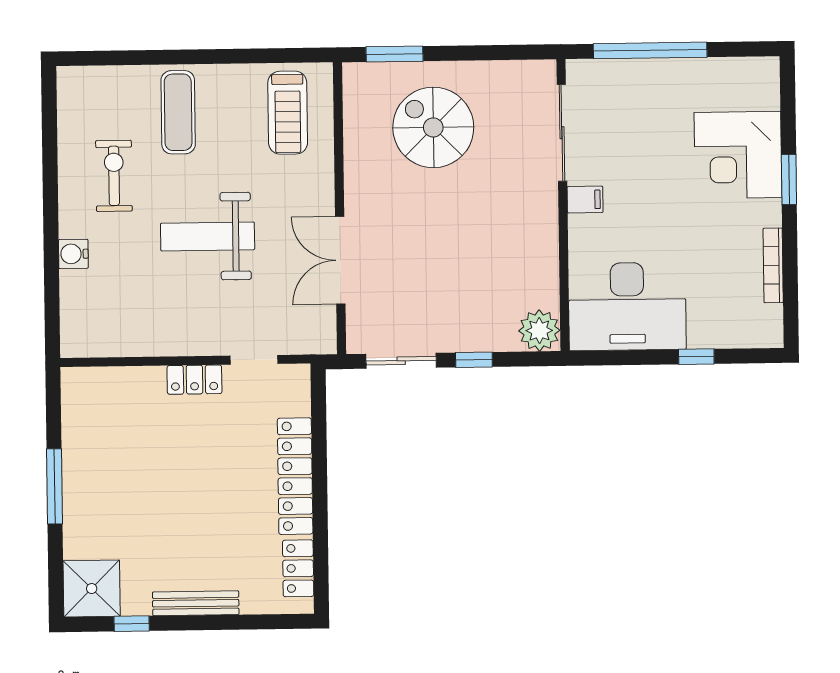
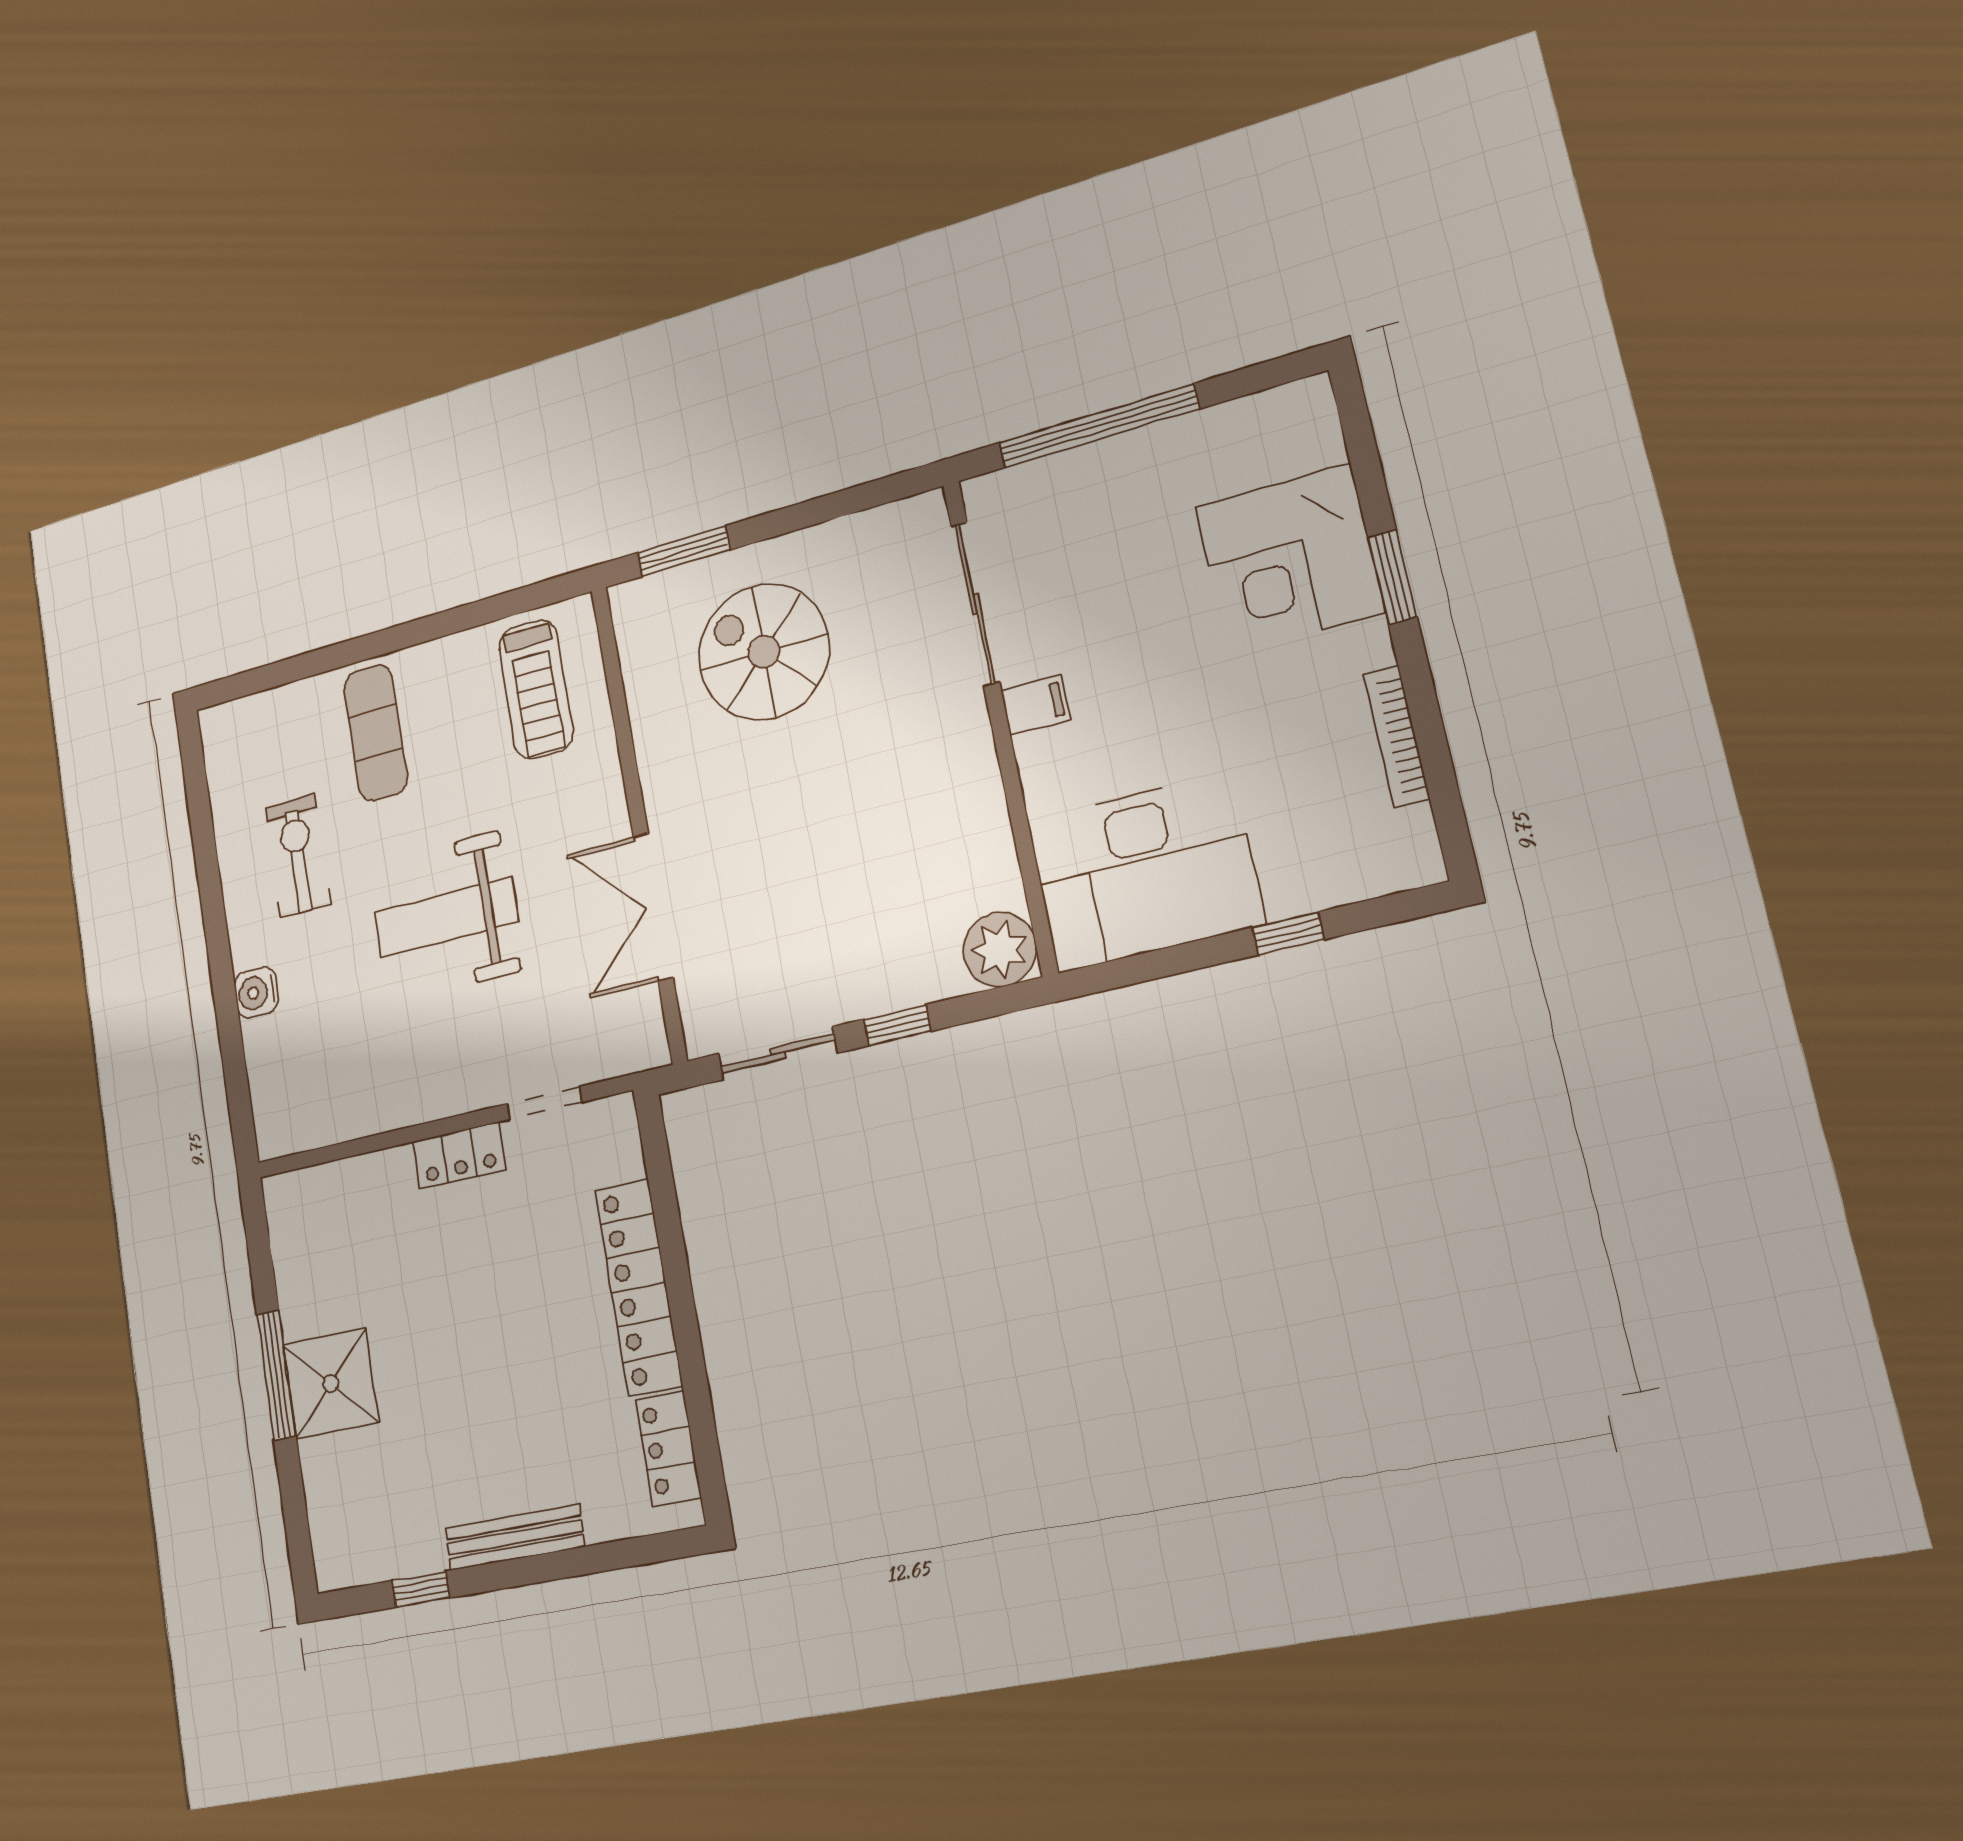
shower: (92, 589) -> (331, 1384), moved

